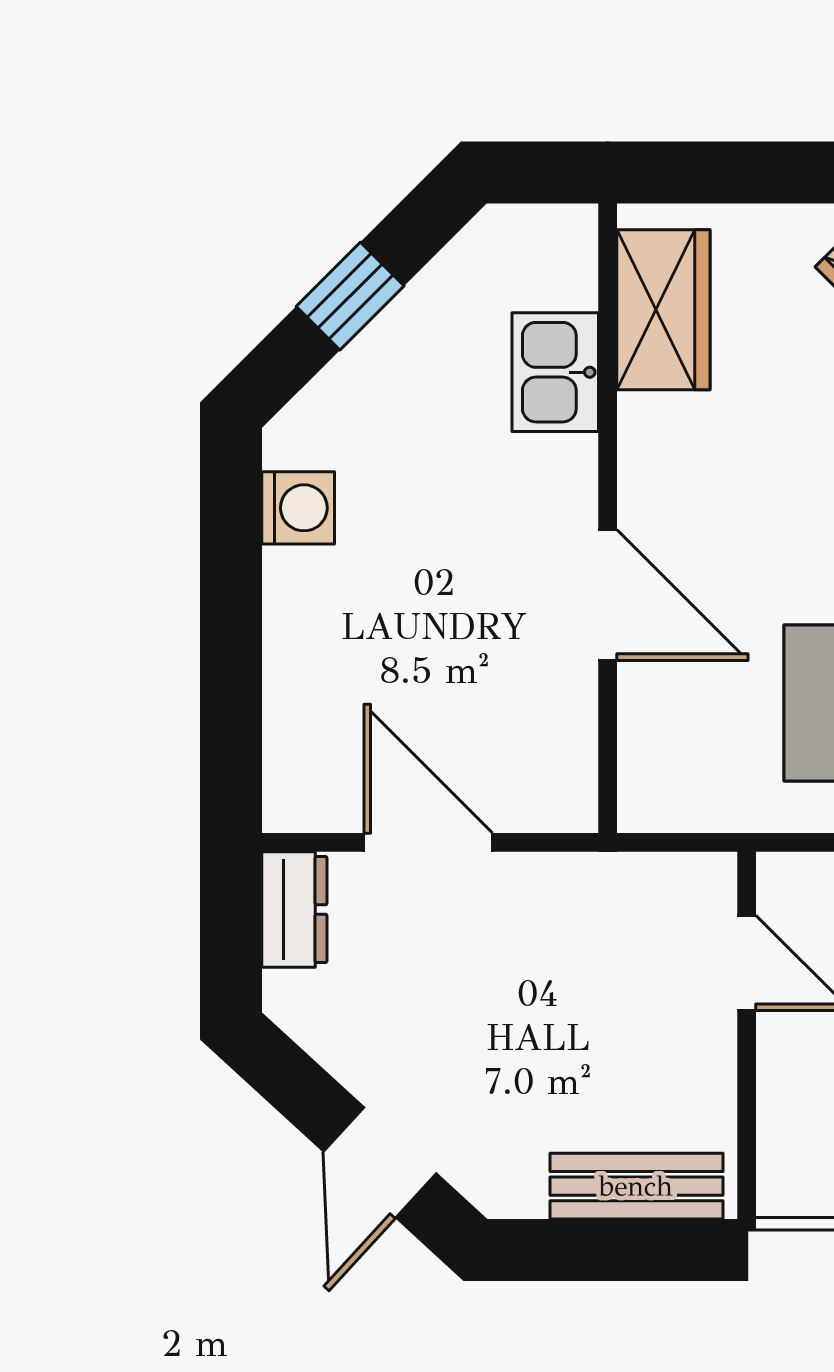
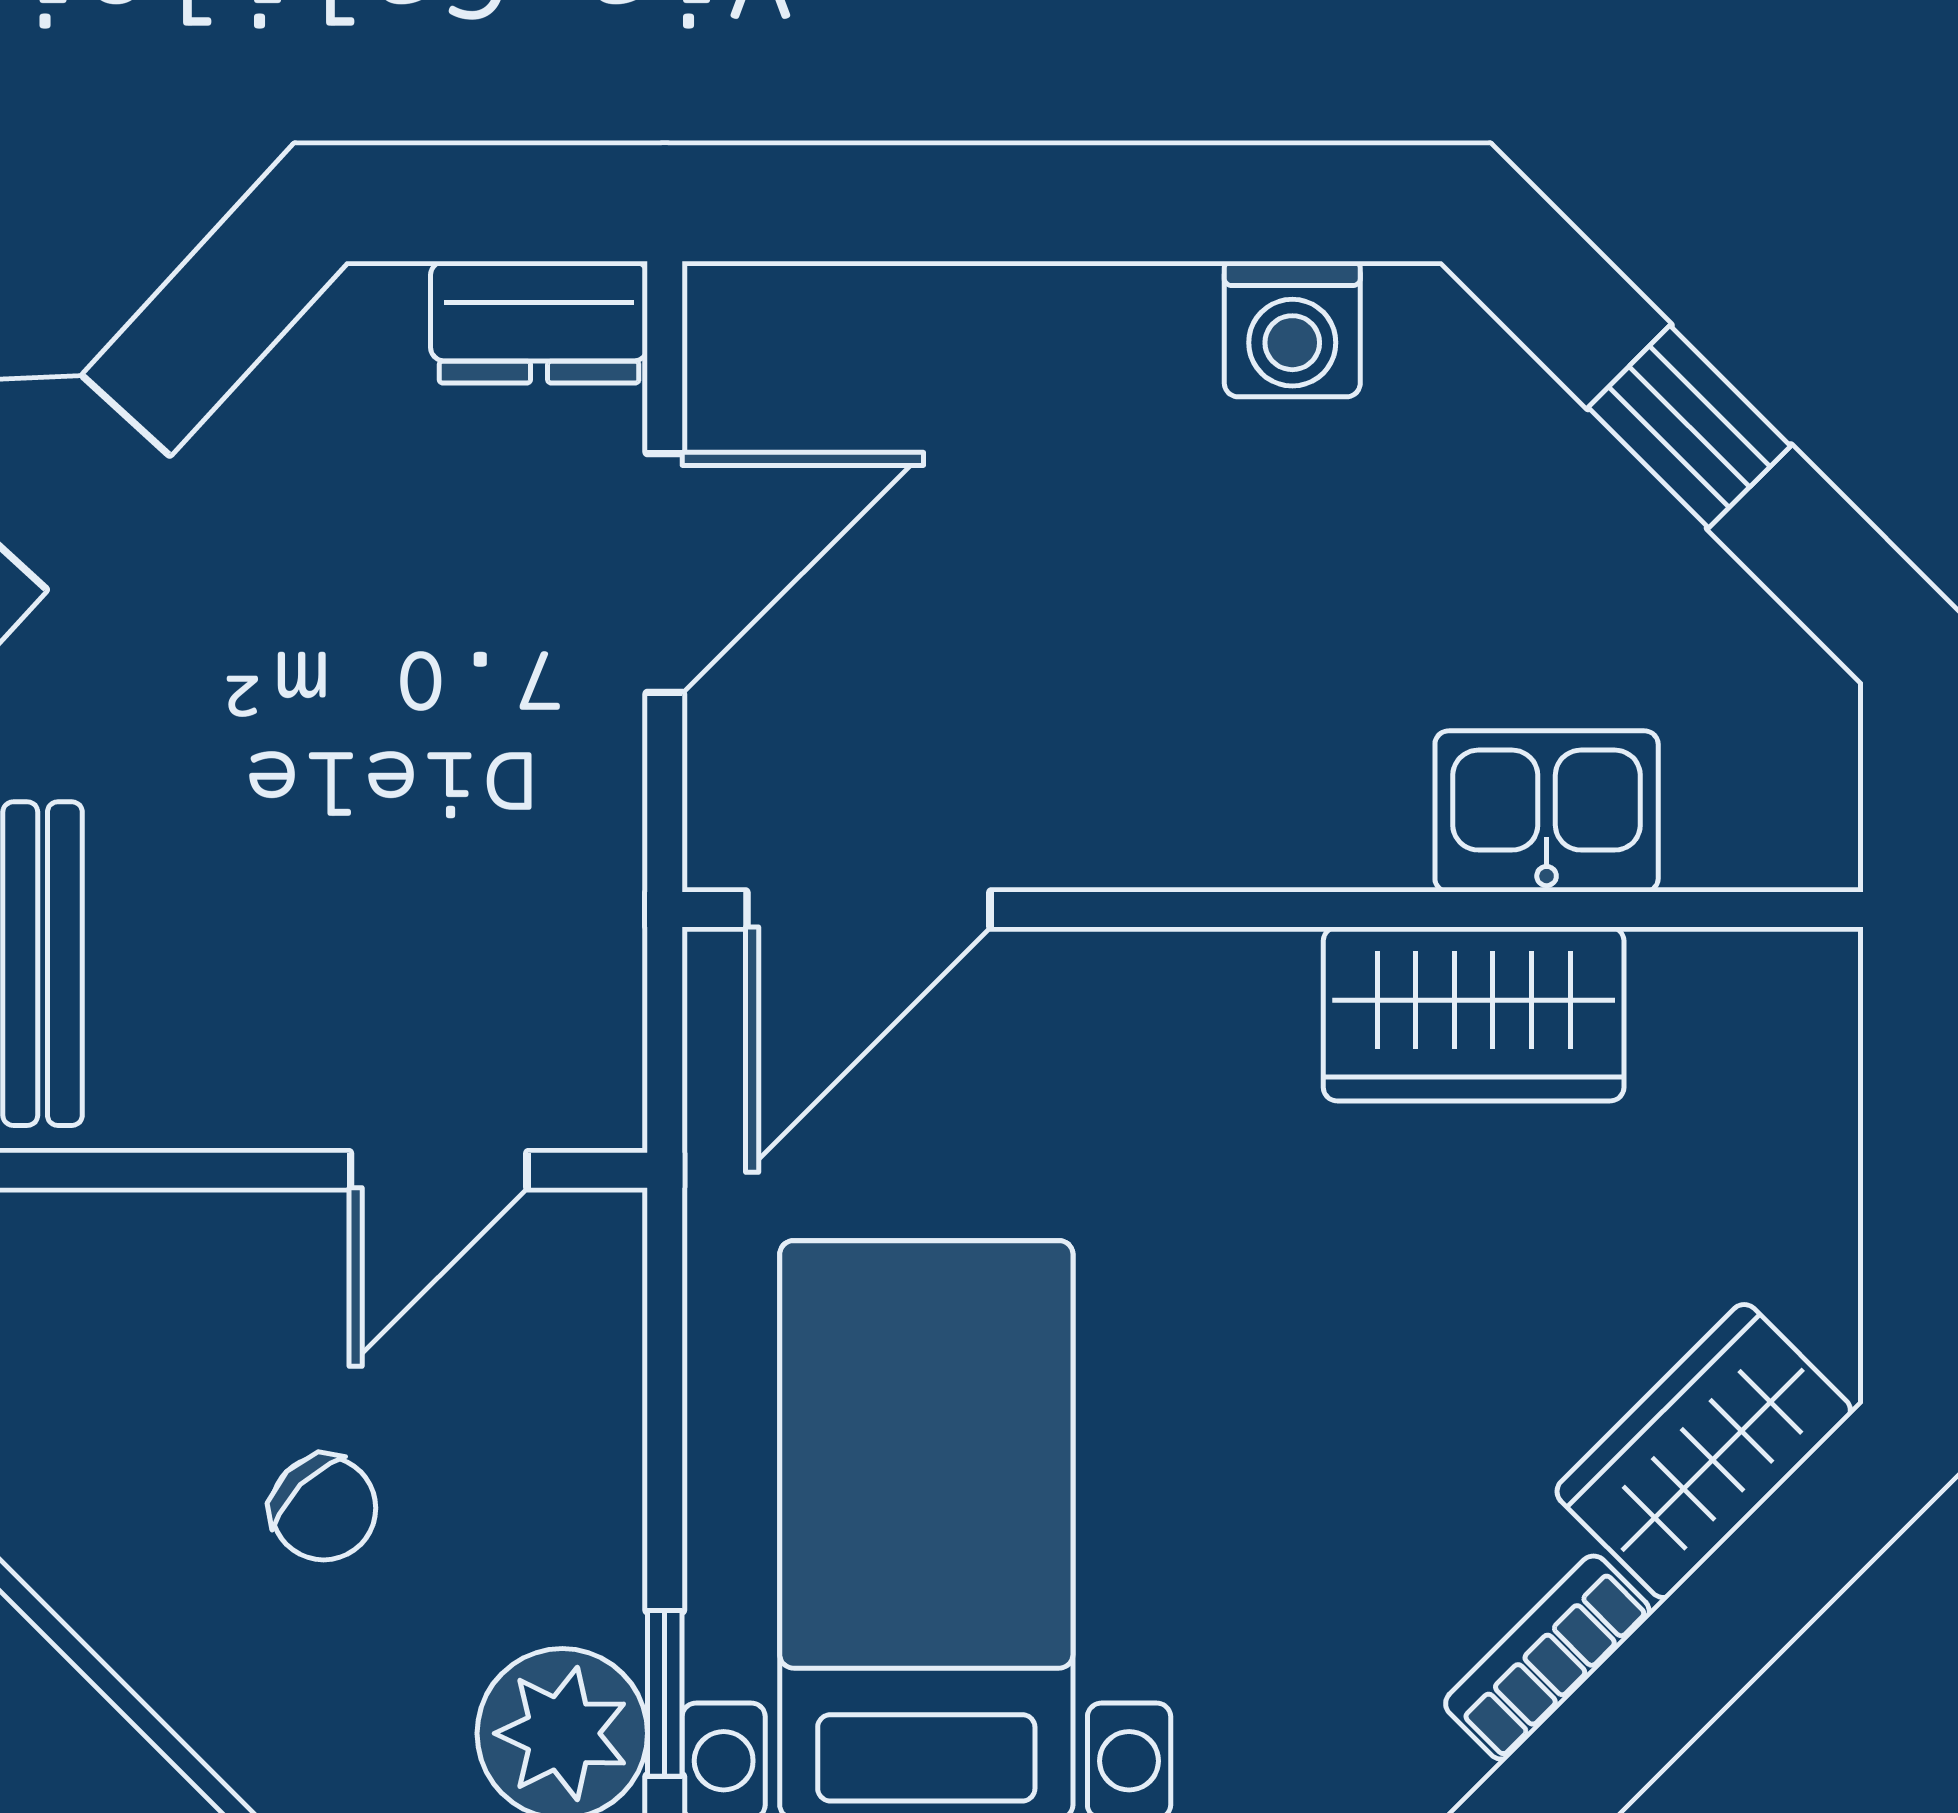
wardrobe: (663, 310) -> (1474, 1014), moved
door: (608, 595) -> (868, 910), moved

